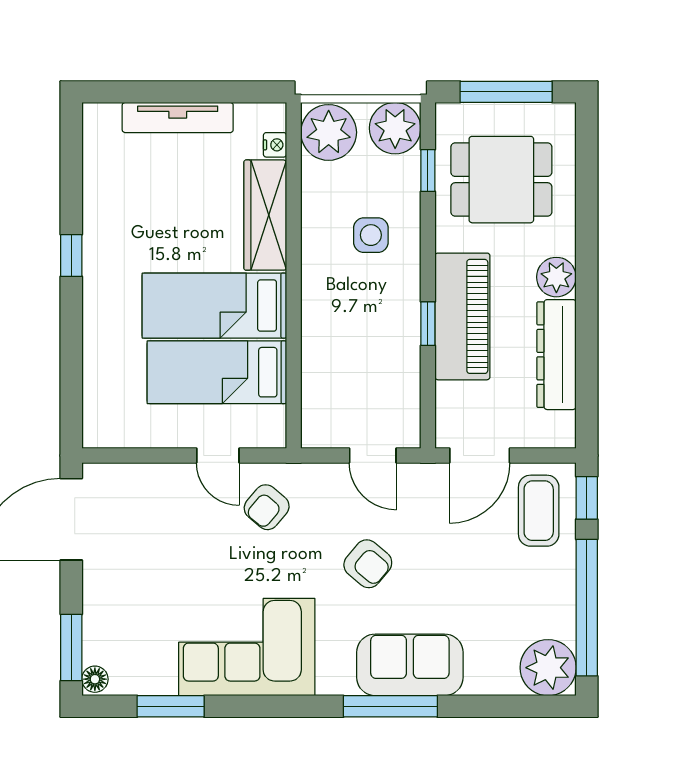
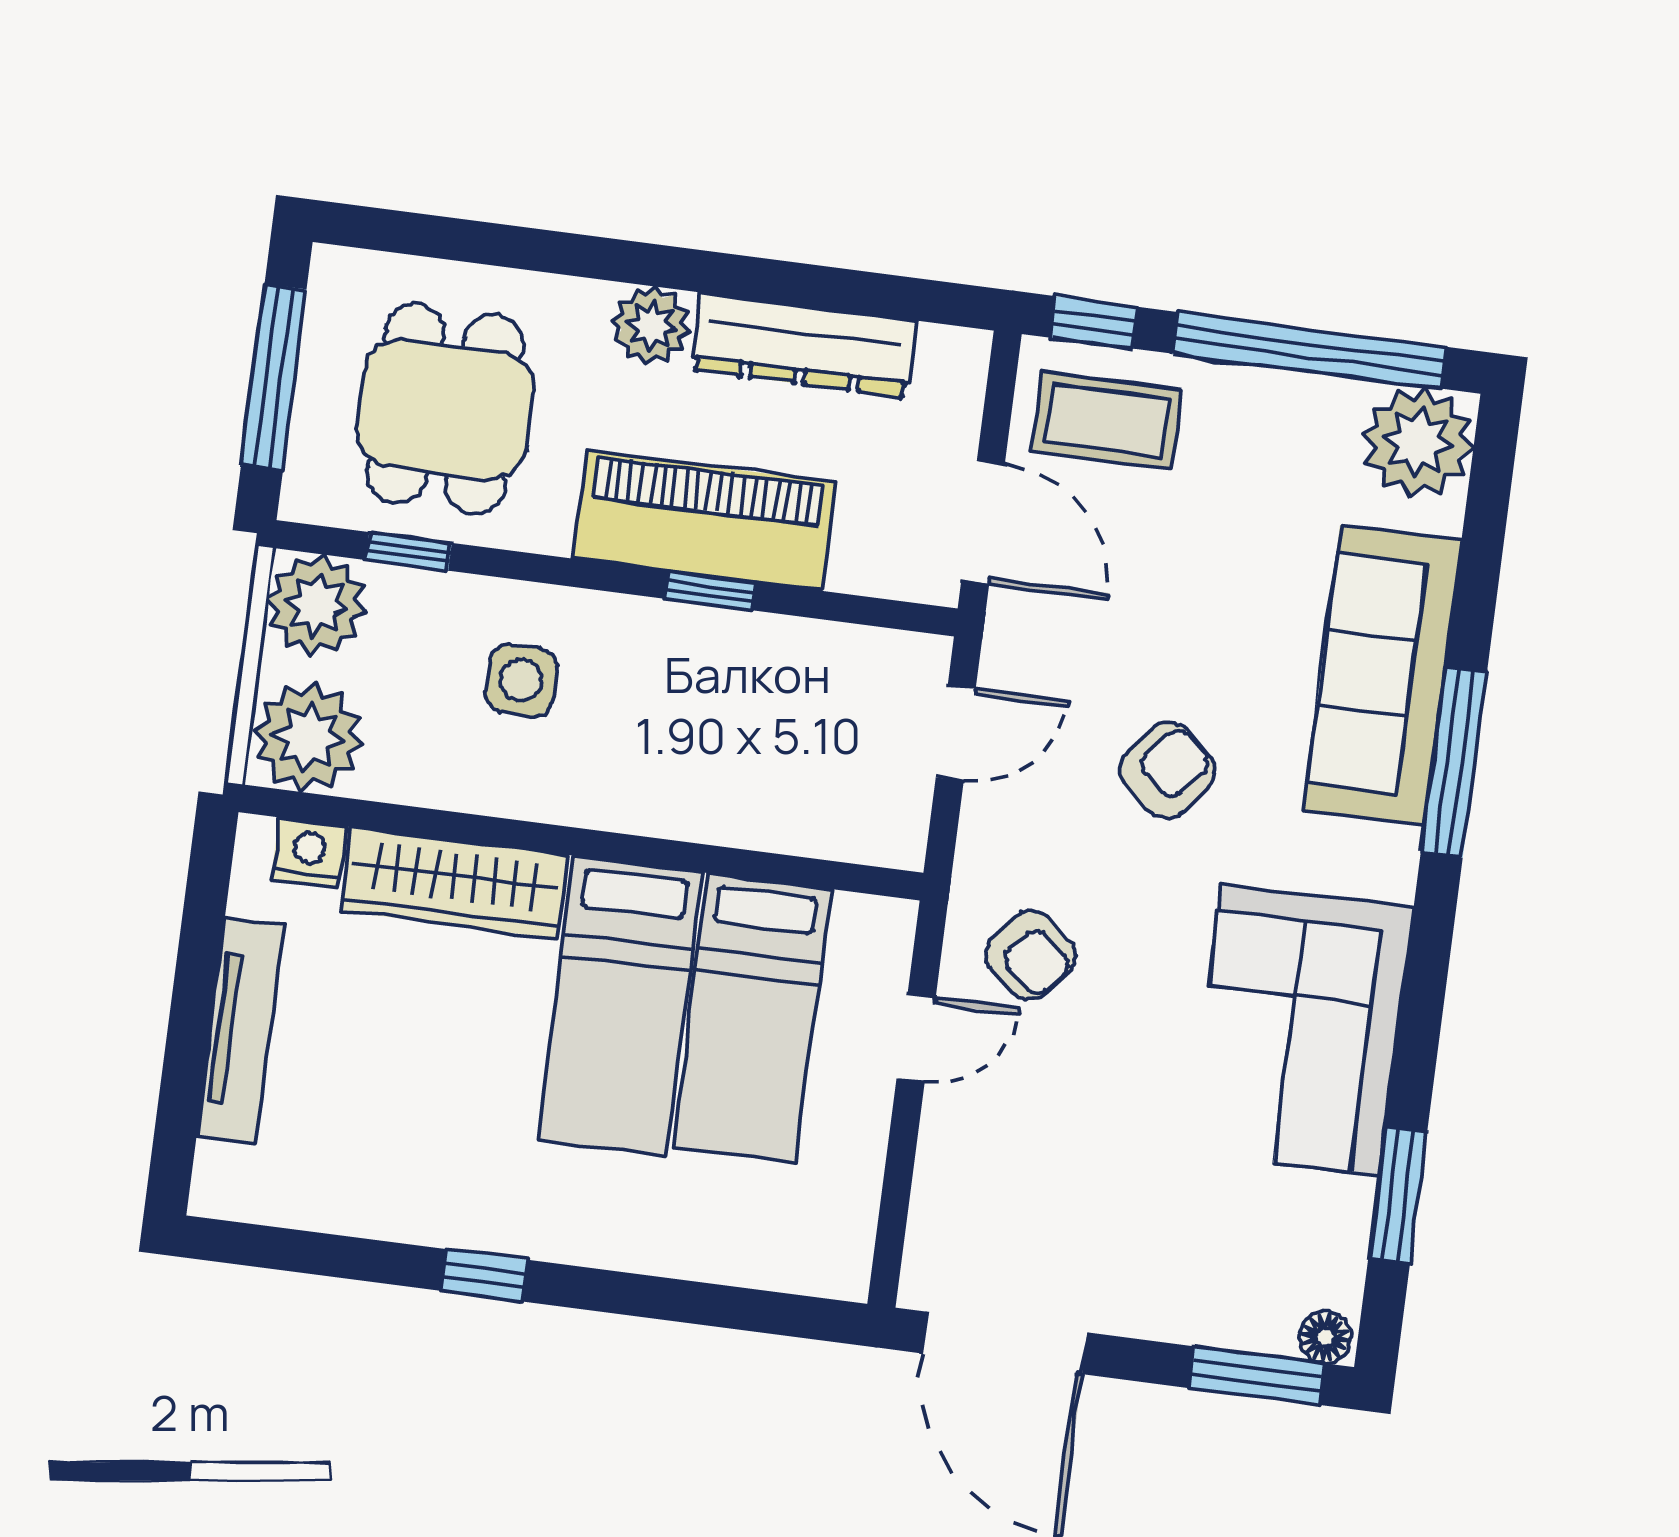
nightstand: (275, 145) -> (309, 853), width x1.39, depth x1.35
sofa: (410, 665) -> (1382, 675), width x1.36

